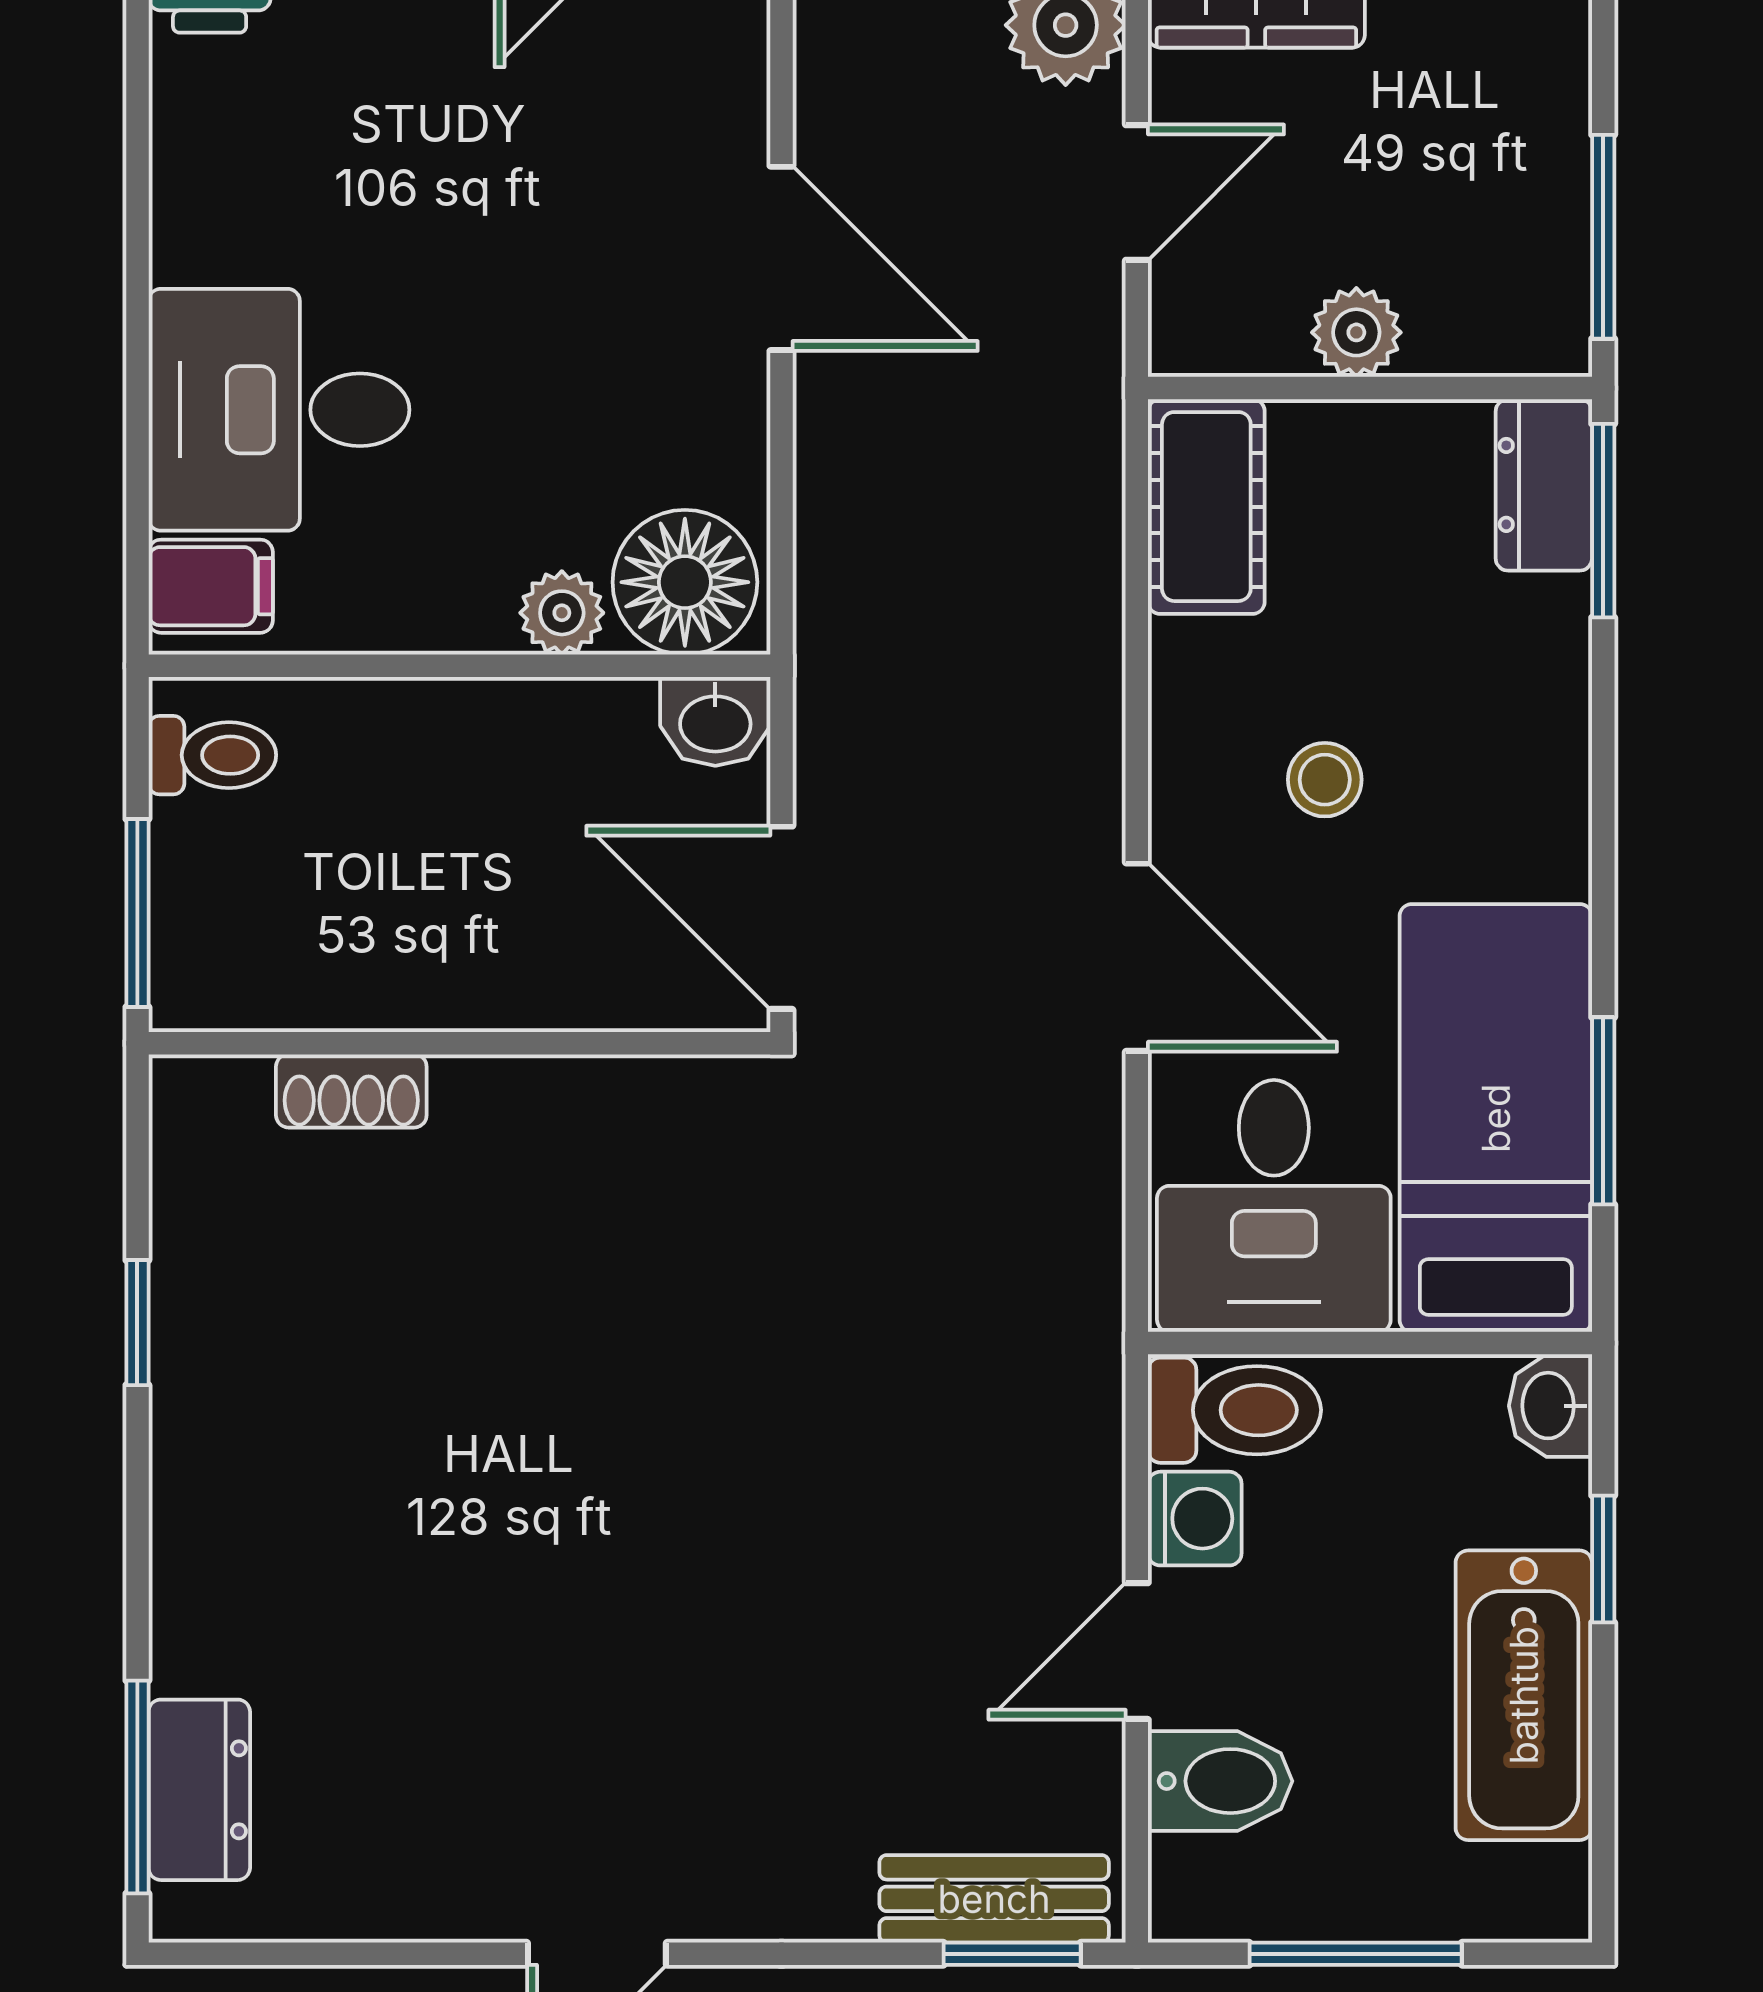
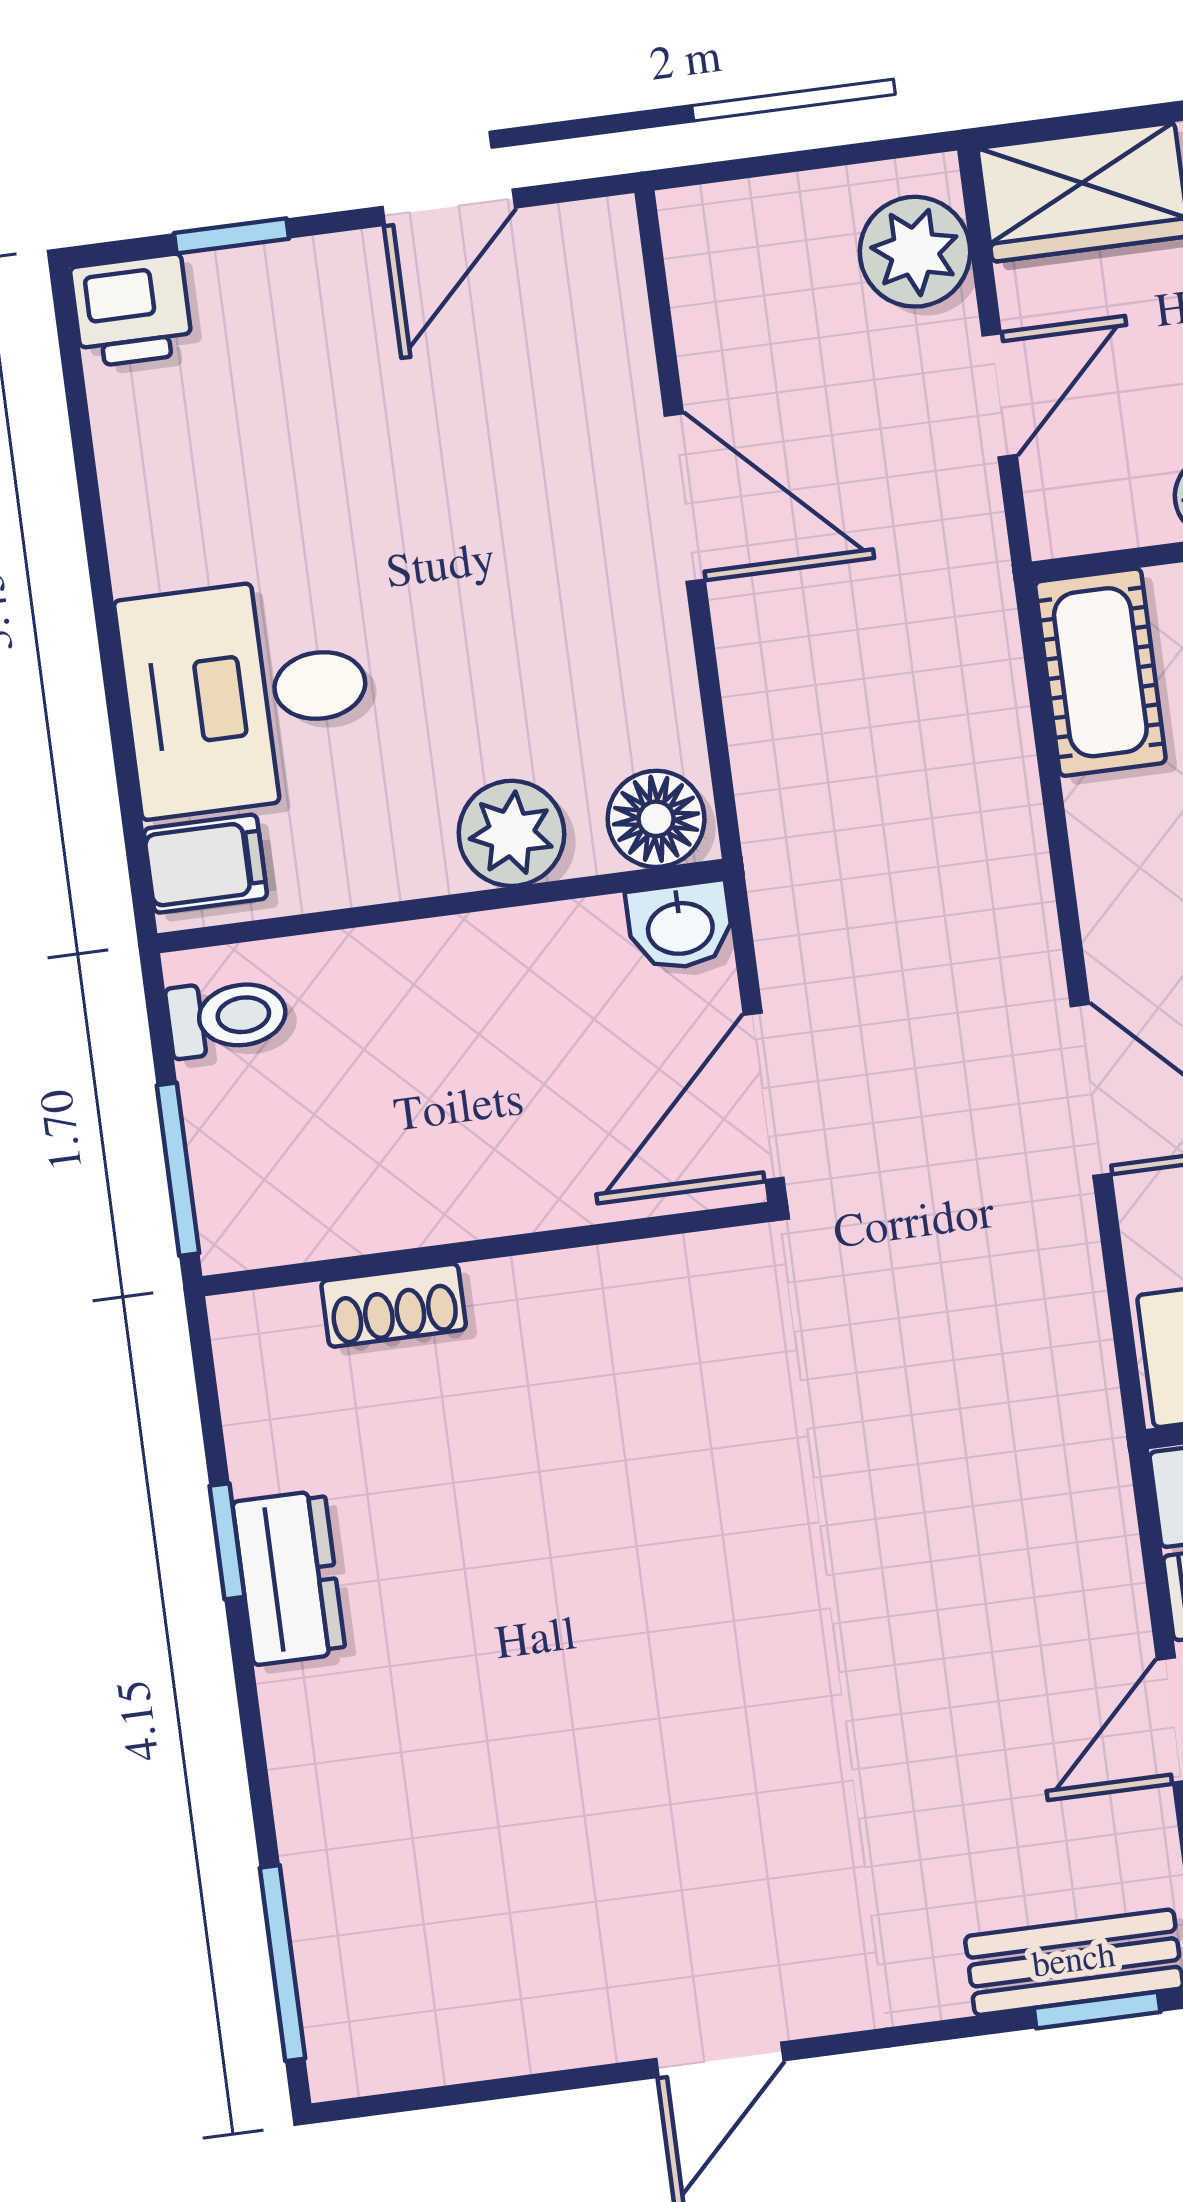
floor lamp: (685, 582) -> (656, 819), width x0.73, depth x0.73
plant: (562, 613) -> (511, 833), width x1.38, depth x1.38
door: (781, 918) -> (764, 1096), hinge flipped
dresser: (199, 1790) -> (289, 1578), moved

